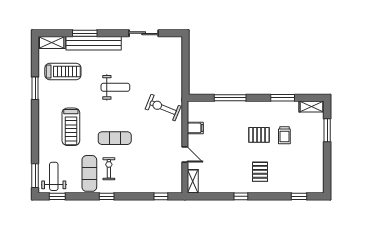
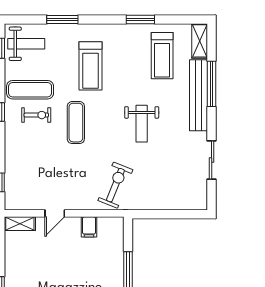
window: (85, 33) -> (212, 84), width x1.44
treadmill: (71, 127) -> (91, 66), turned -90
window: (35, 176) -> (62, 19), moved

